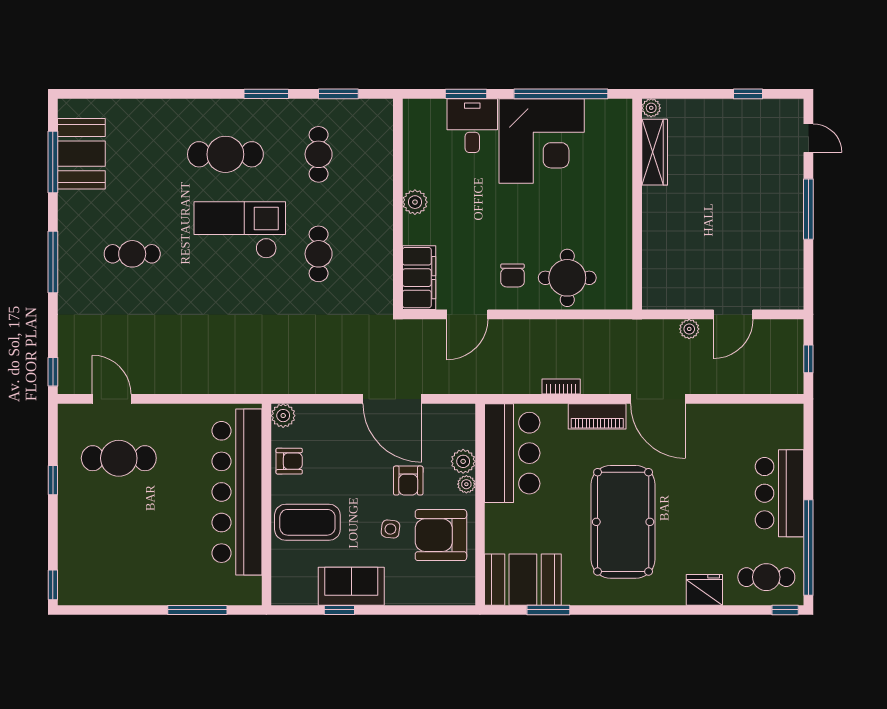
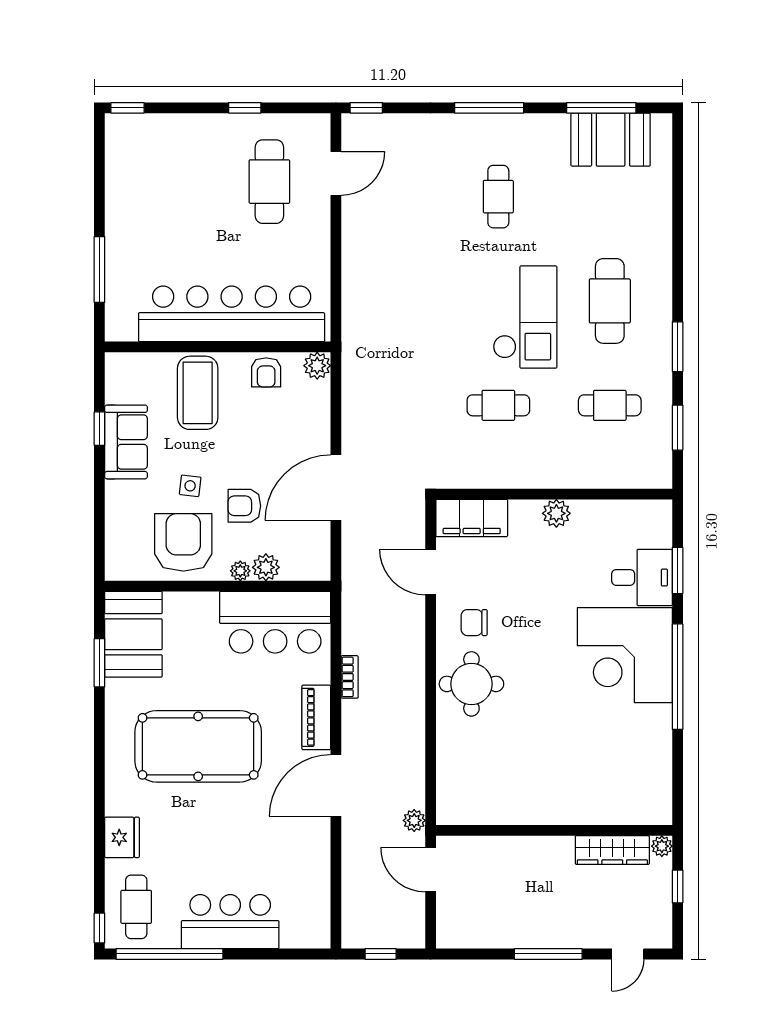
plant: (651, 108) -> (662, 846), moved
wardrobe: (655, 152) -> (612, 850), moved
wall: (637, 204) -> (554, 830), moved

